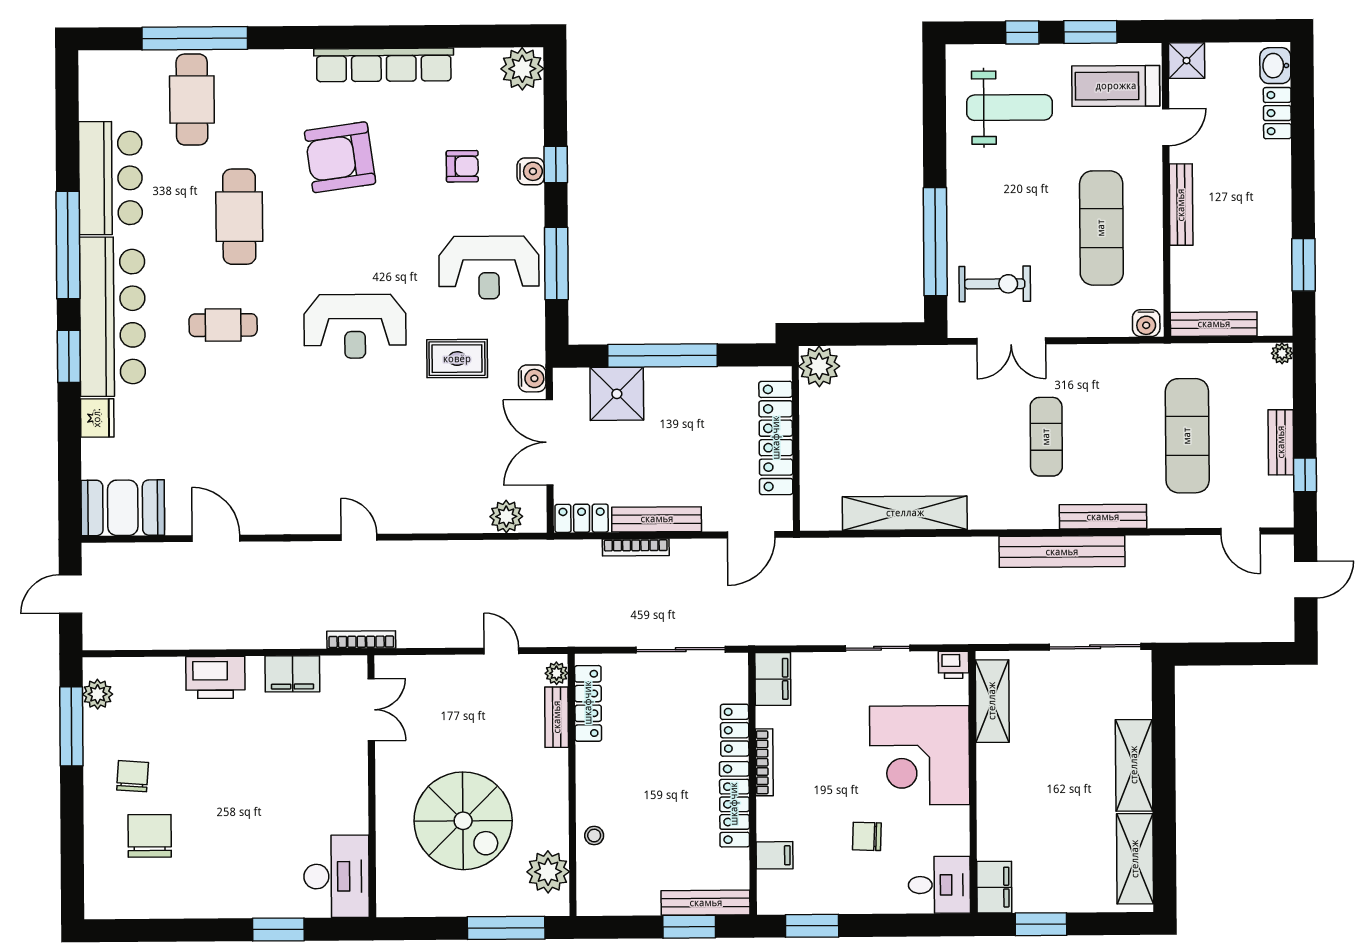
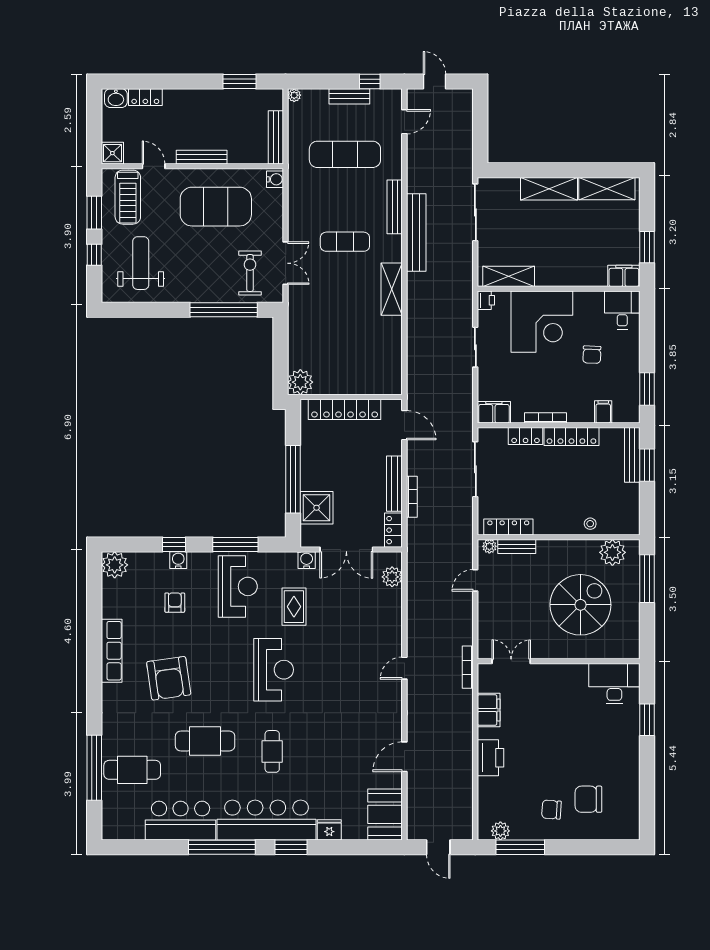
row of seats: (384, 65) -> (112, 651), width x0.73
exercise mat: (1101, 228) -> (216, 207), width x1.47
shelving: (905, 513) -> (392, 289), moved, width x0.68

